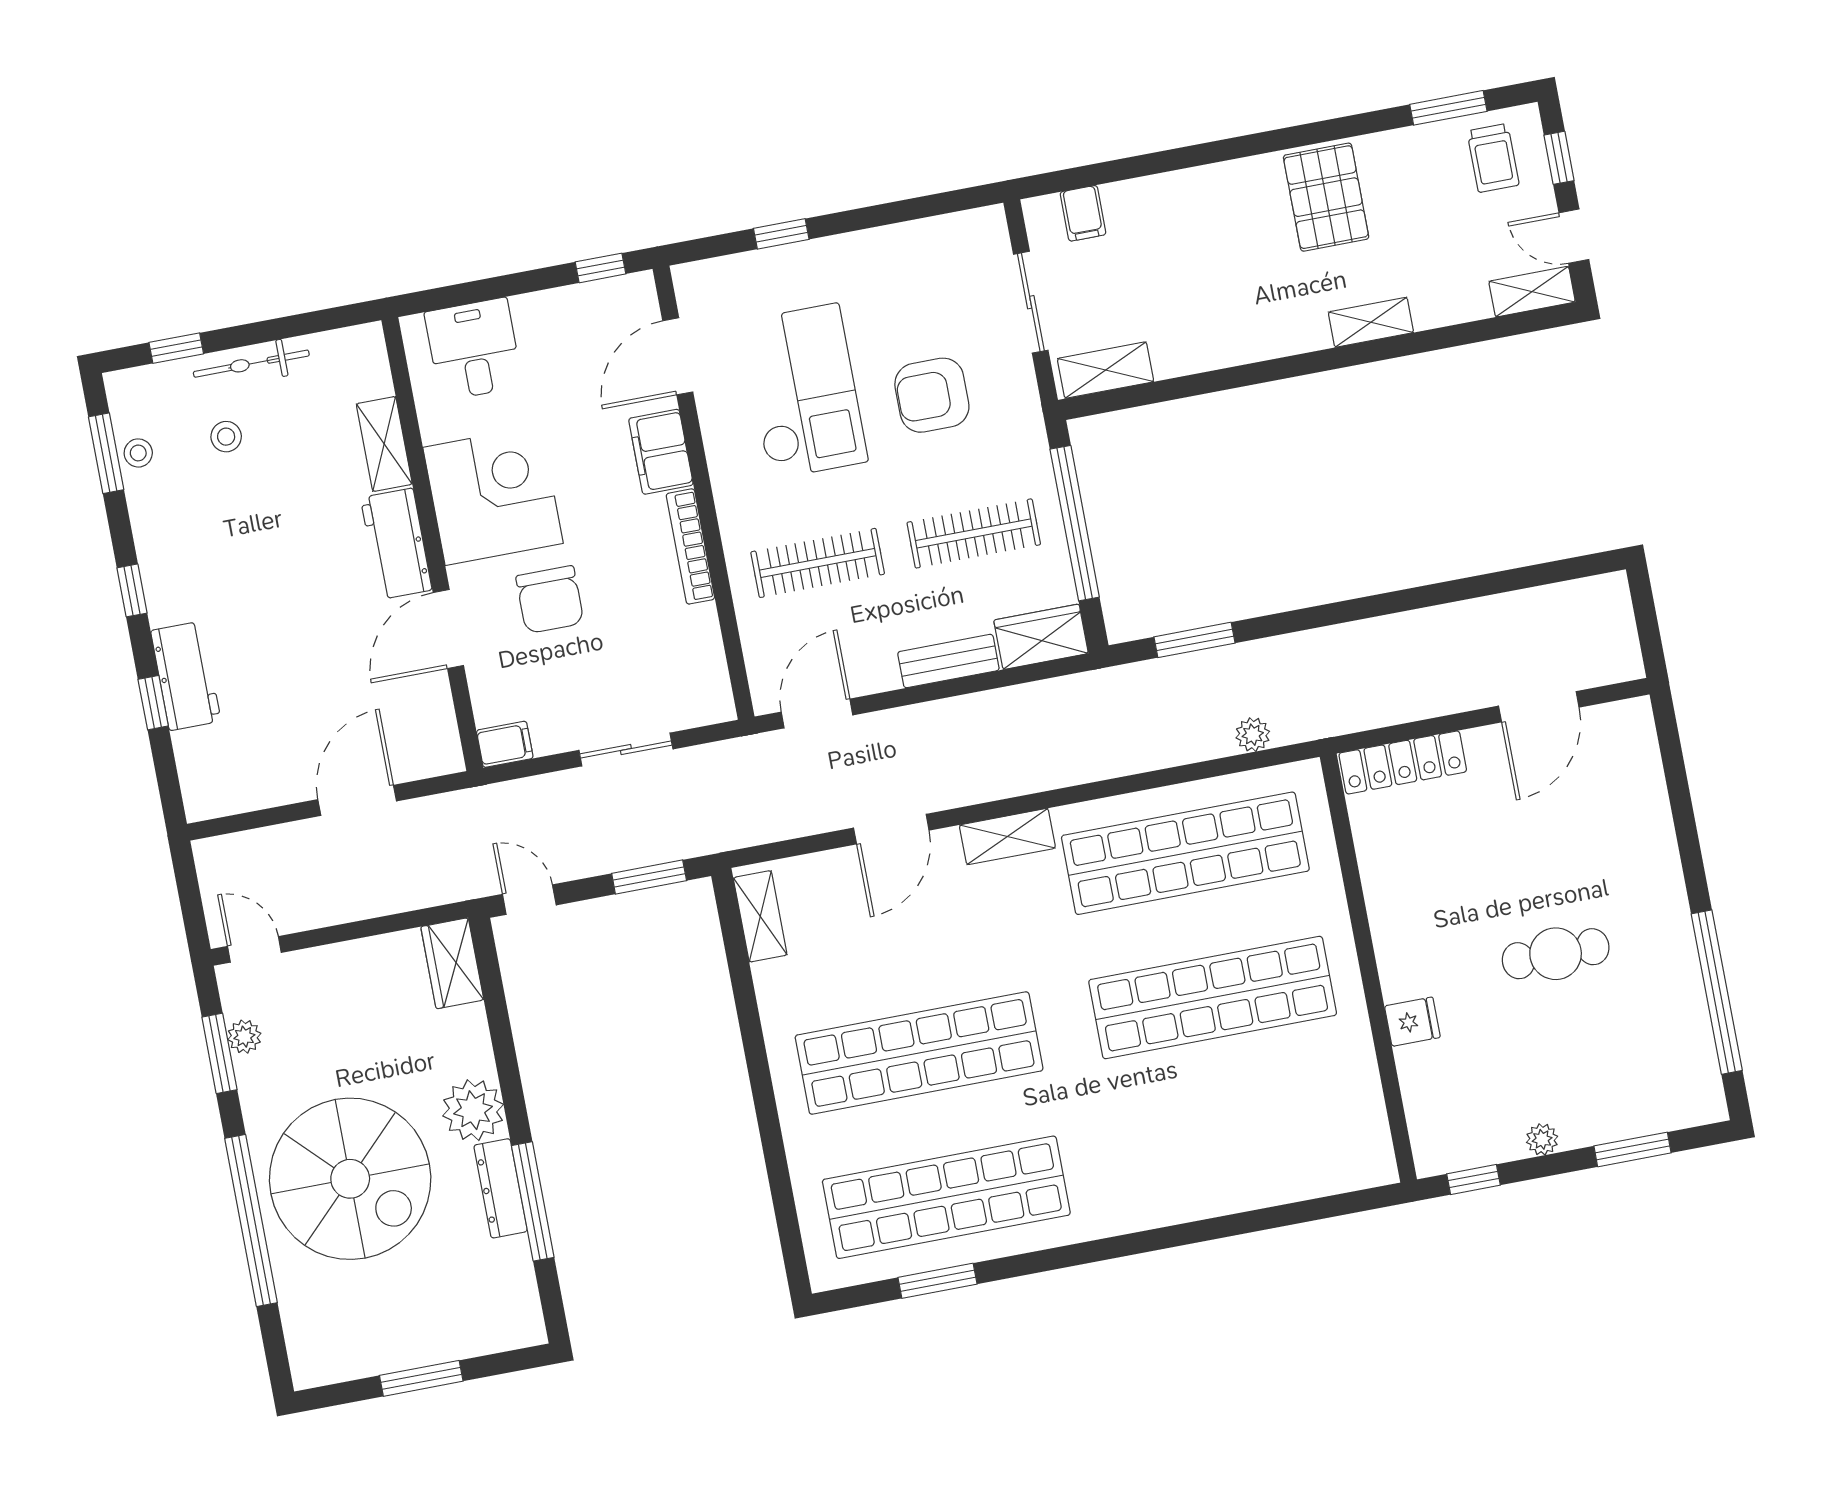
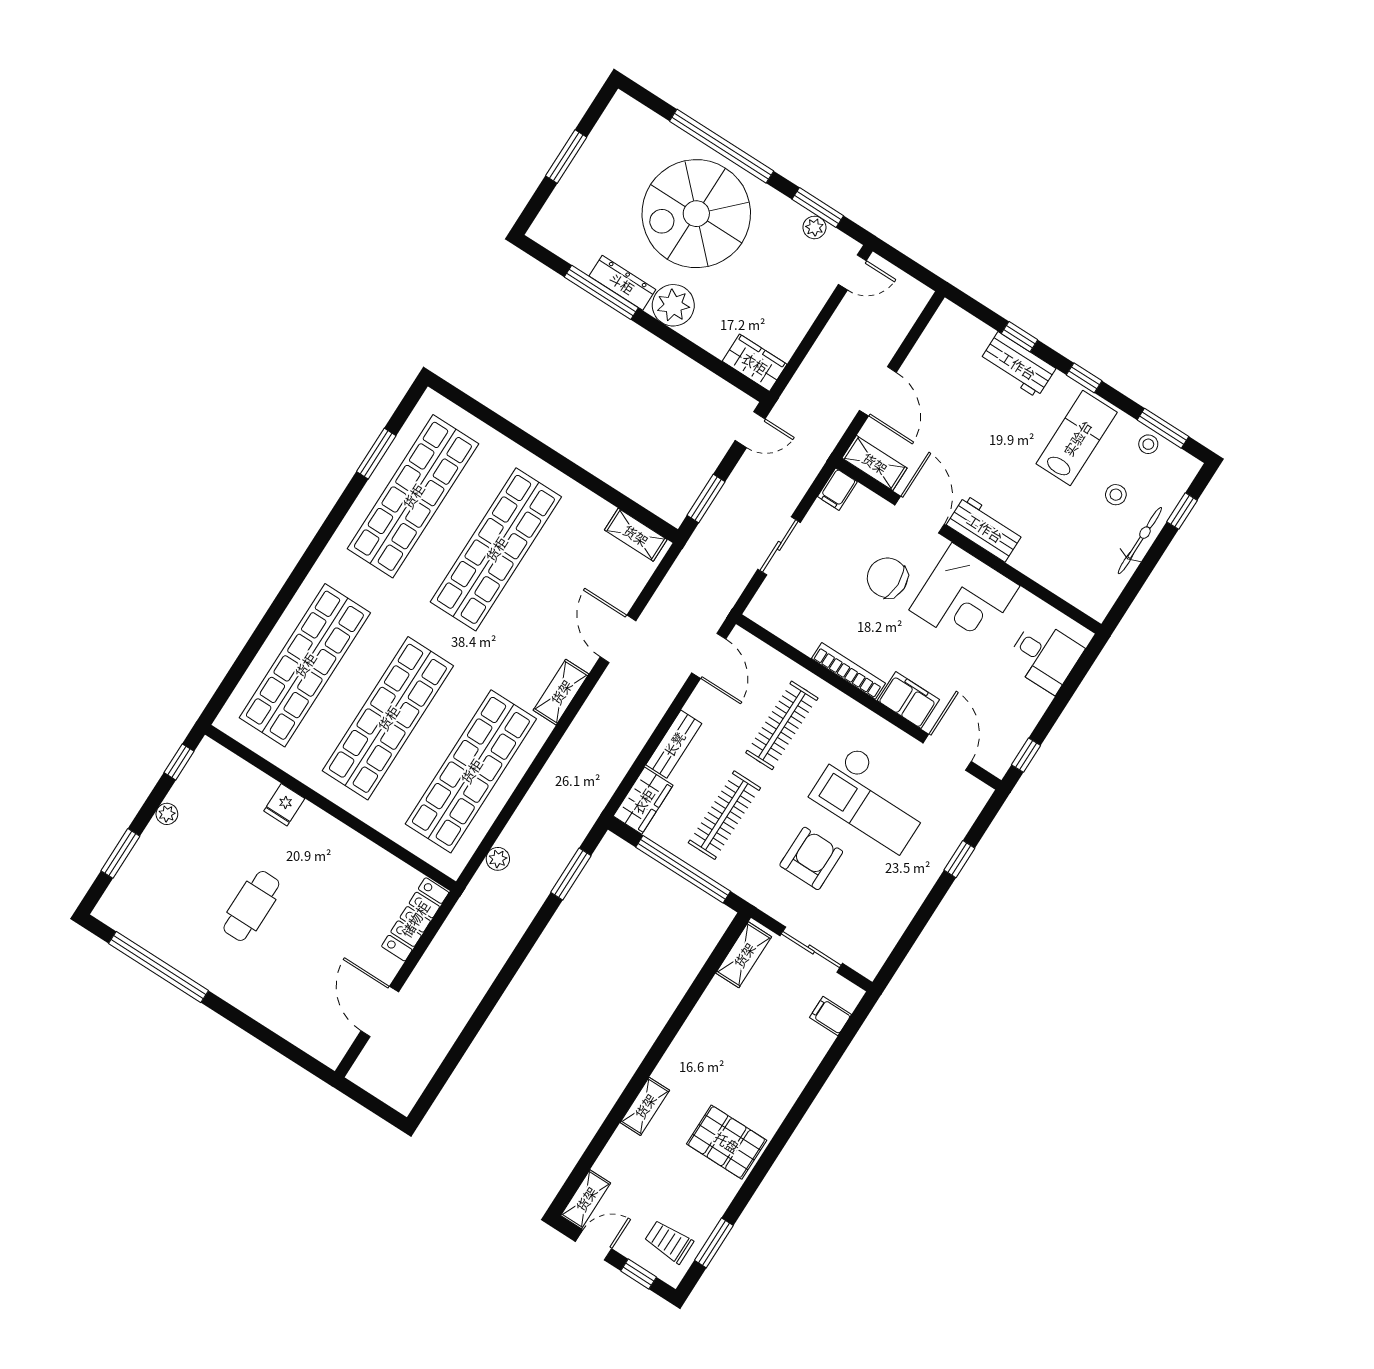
shelving: (384, 444) -> (875, 463), moved
lab bench: (205, 537) -> (1077, 438), added
shop shelf: (1240, 1142) -> (305, 665), added

